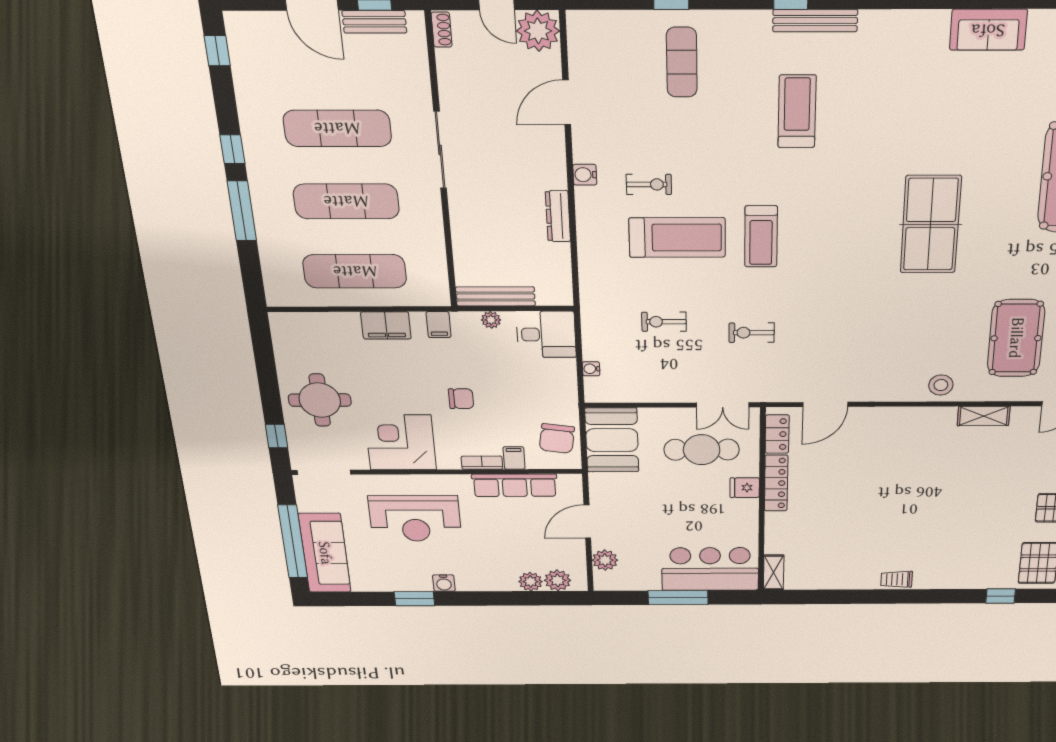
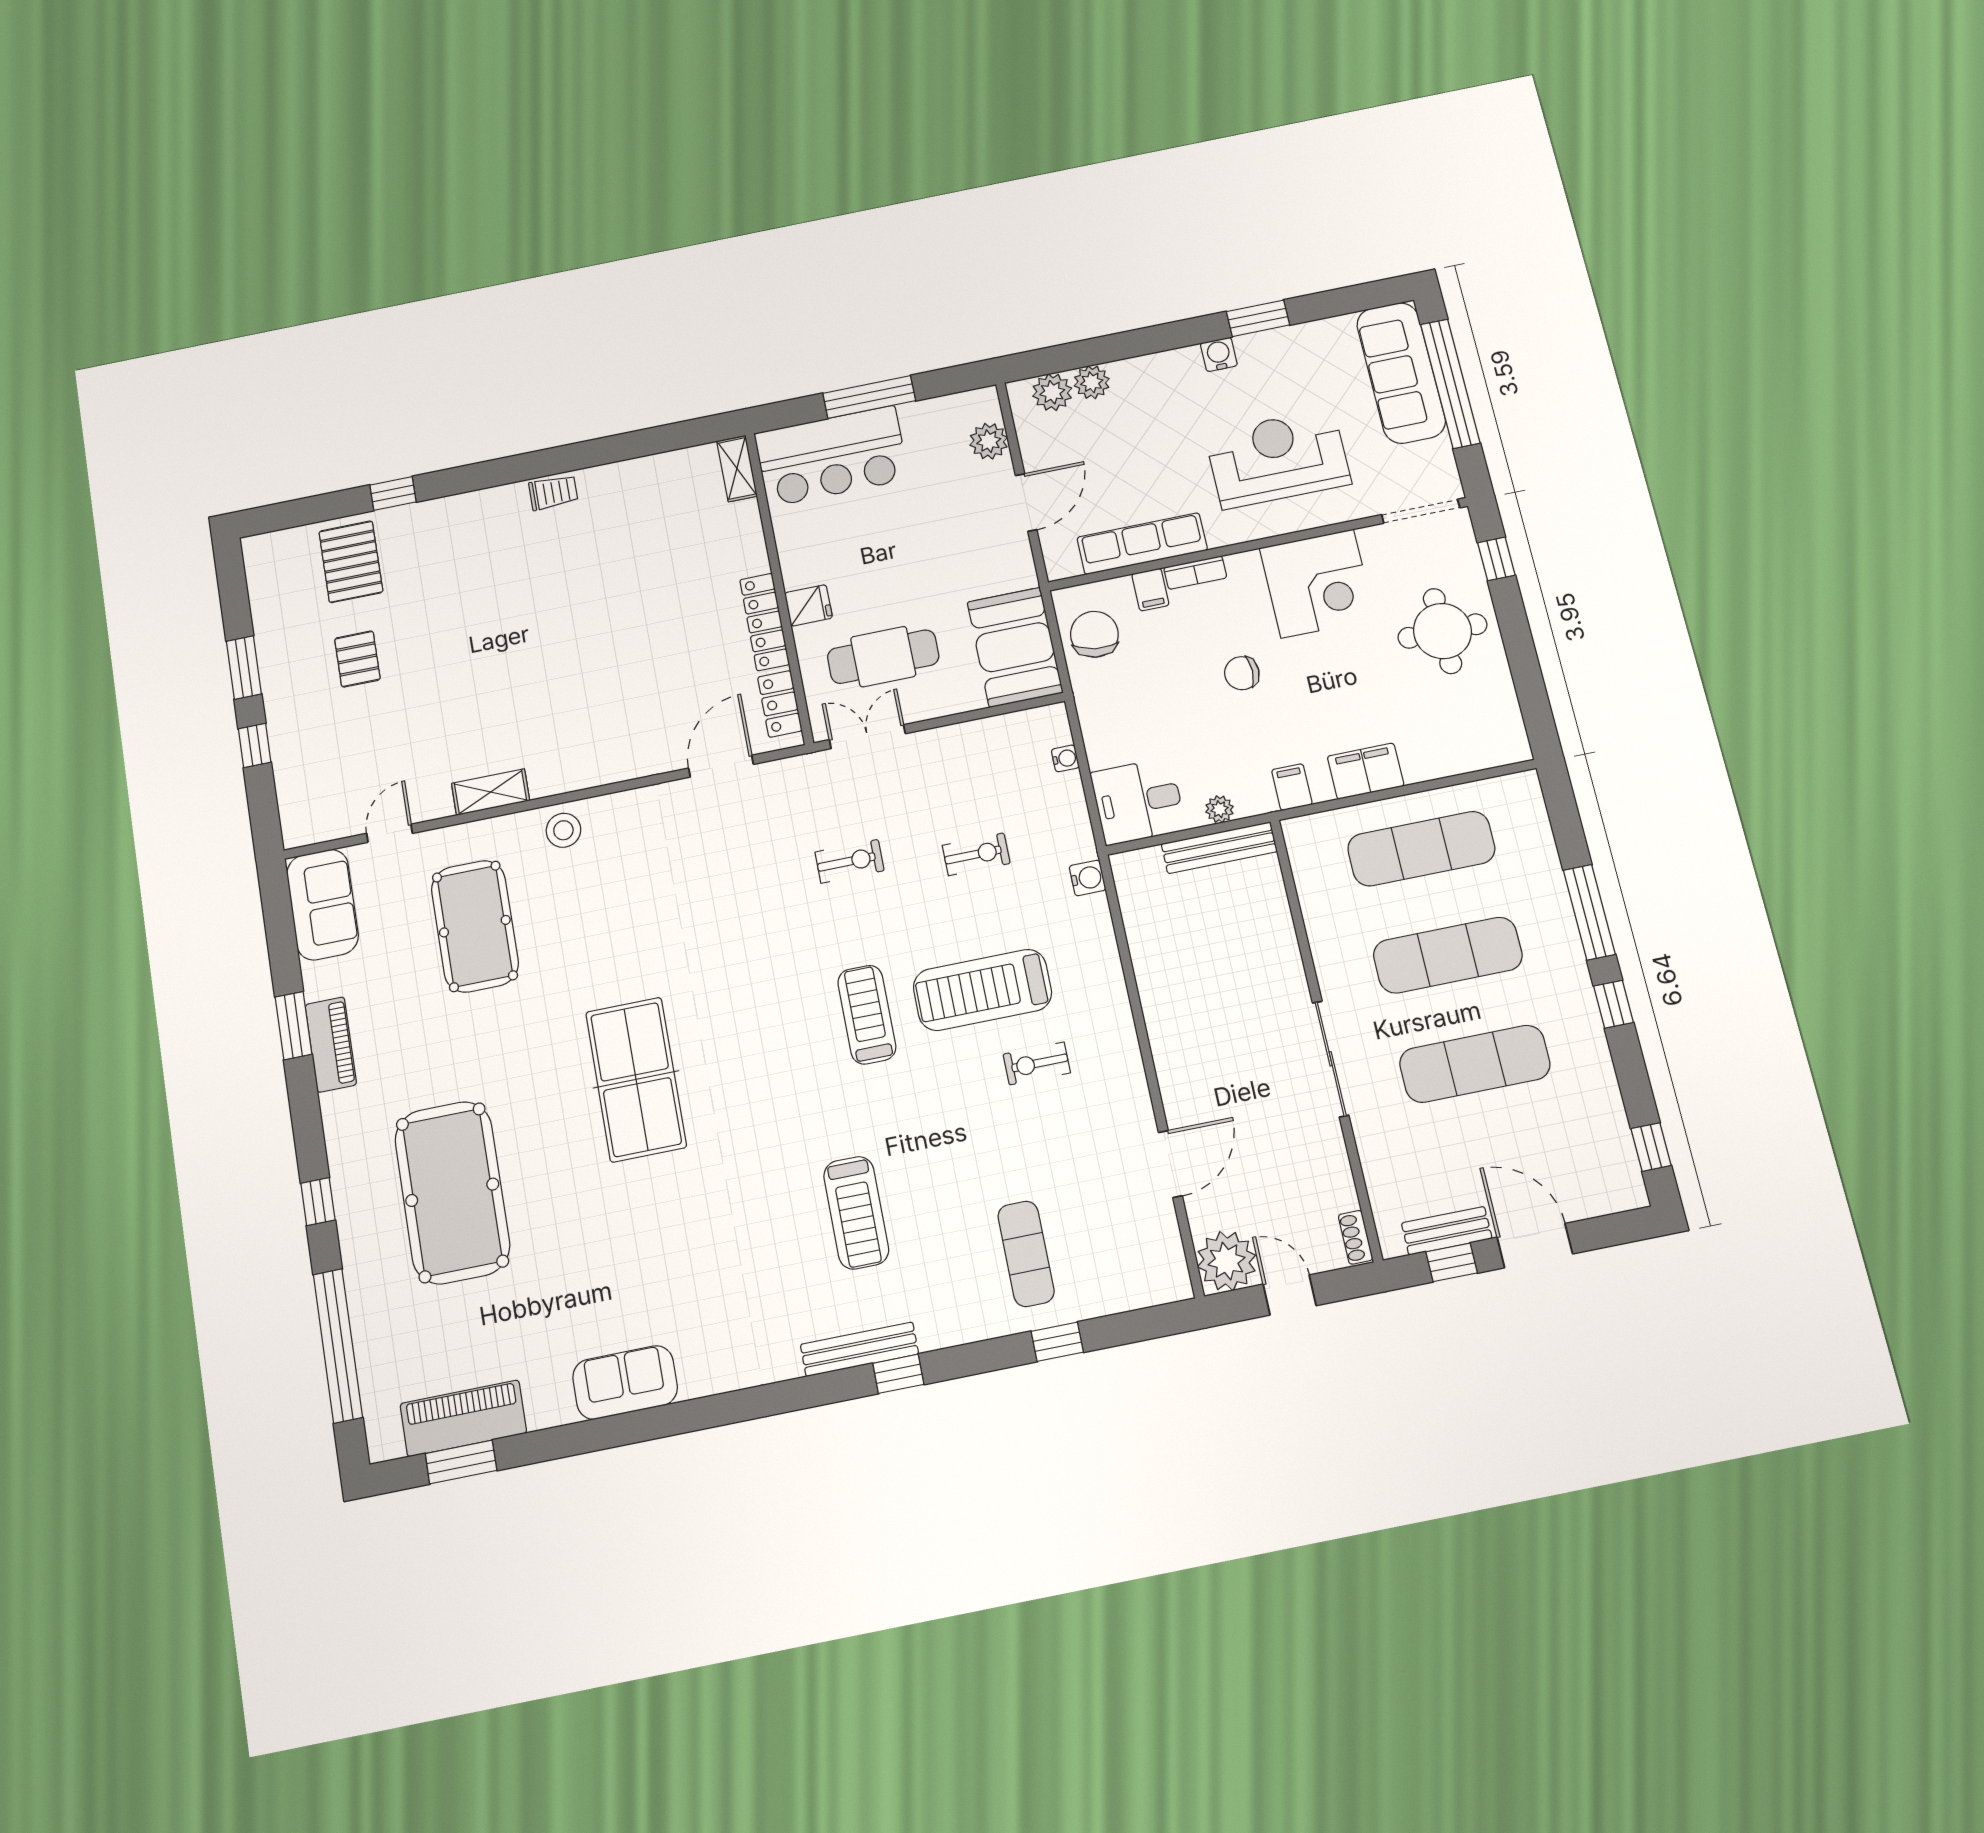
water cooler: (585, 175) -> (1087, 878), moved
dresser: (558, 216) -> (1153, 990), removed

